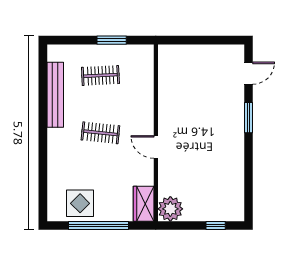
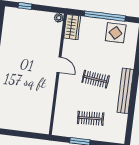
bench: (55, 95) -> (125, 91), moved
plant: (170, 209) -> (59, 18), width x0.53, depth x0.53

